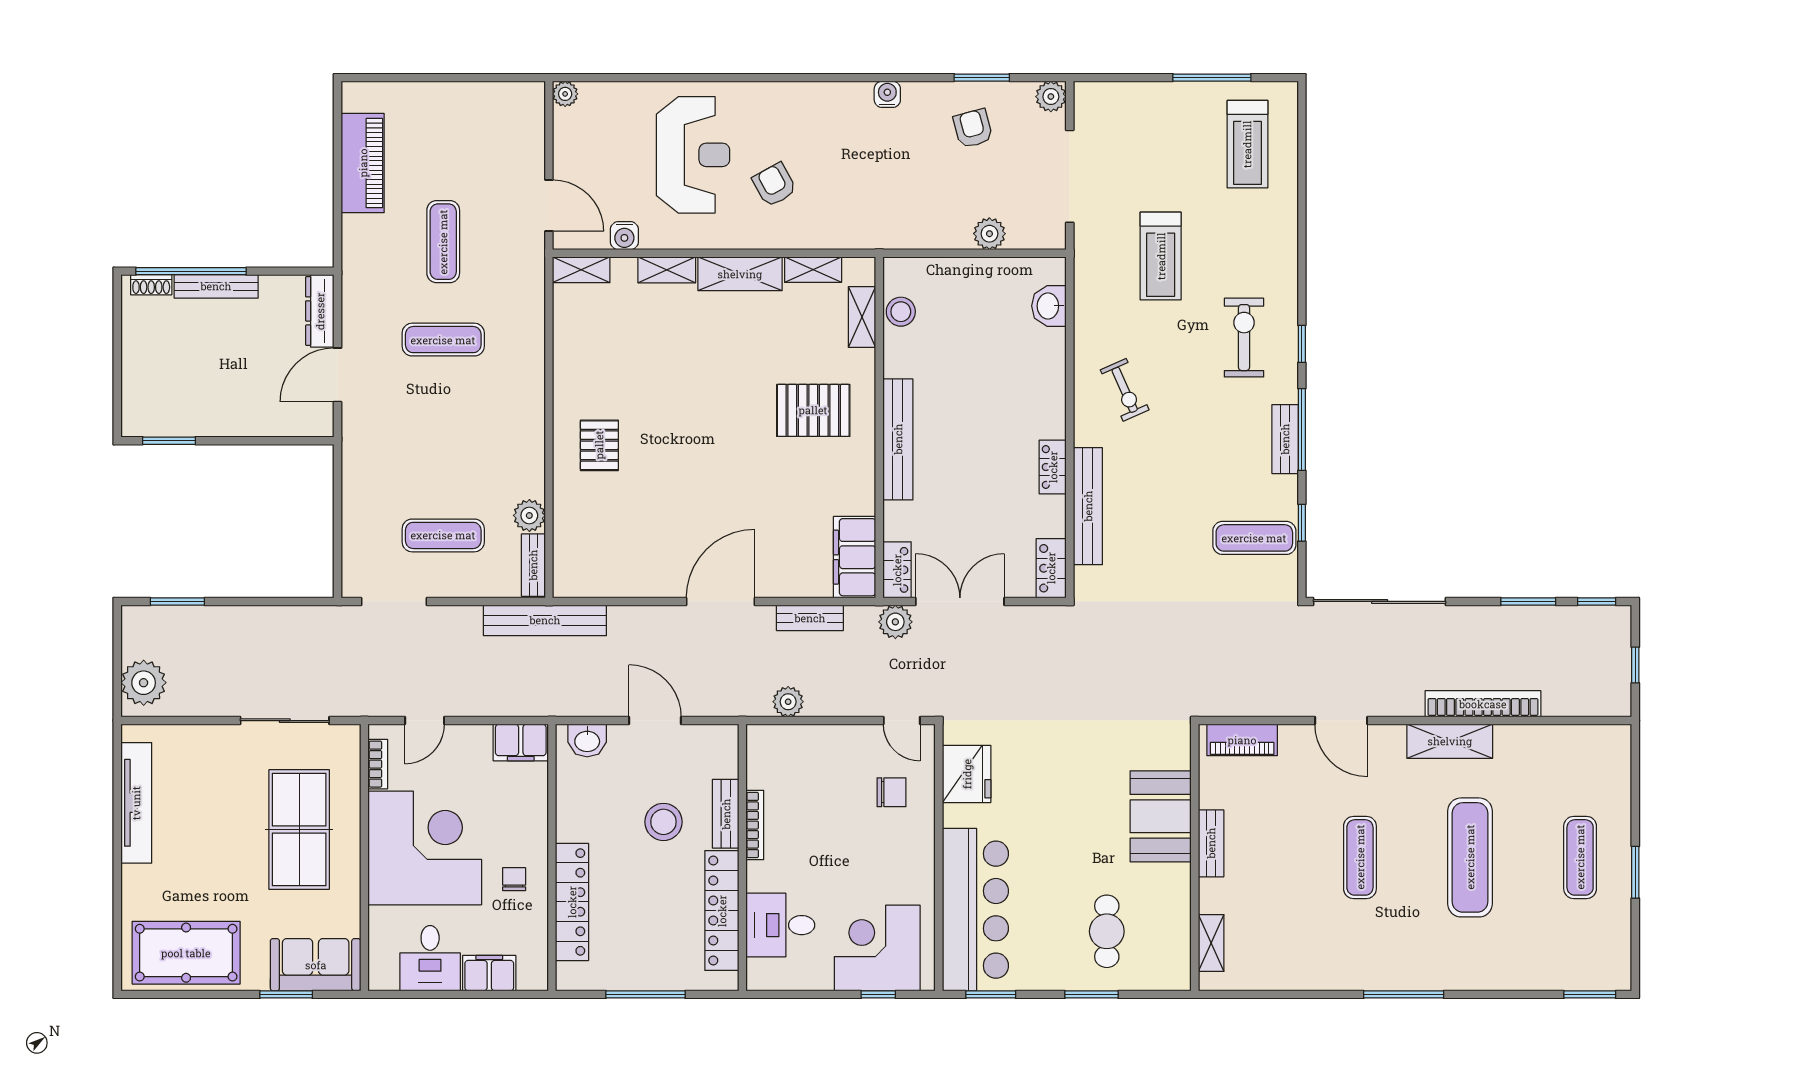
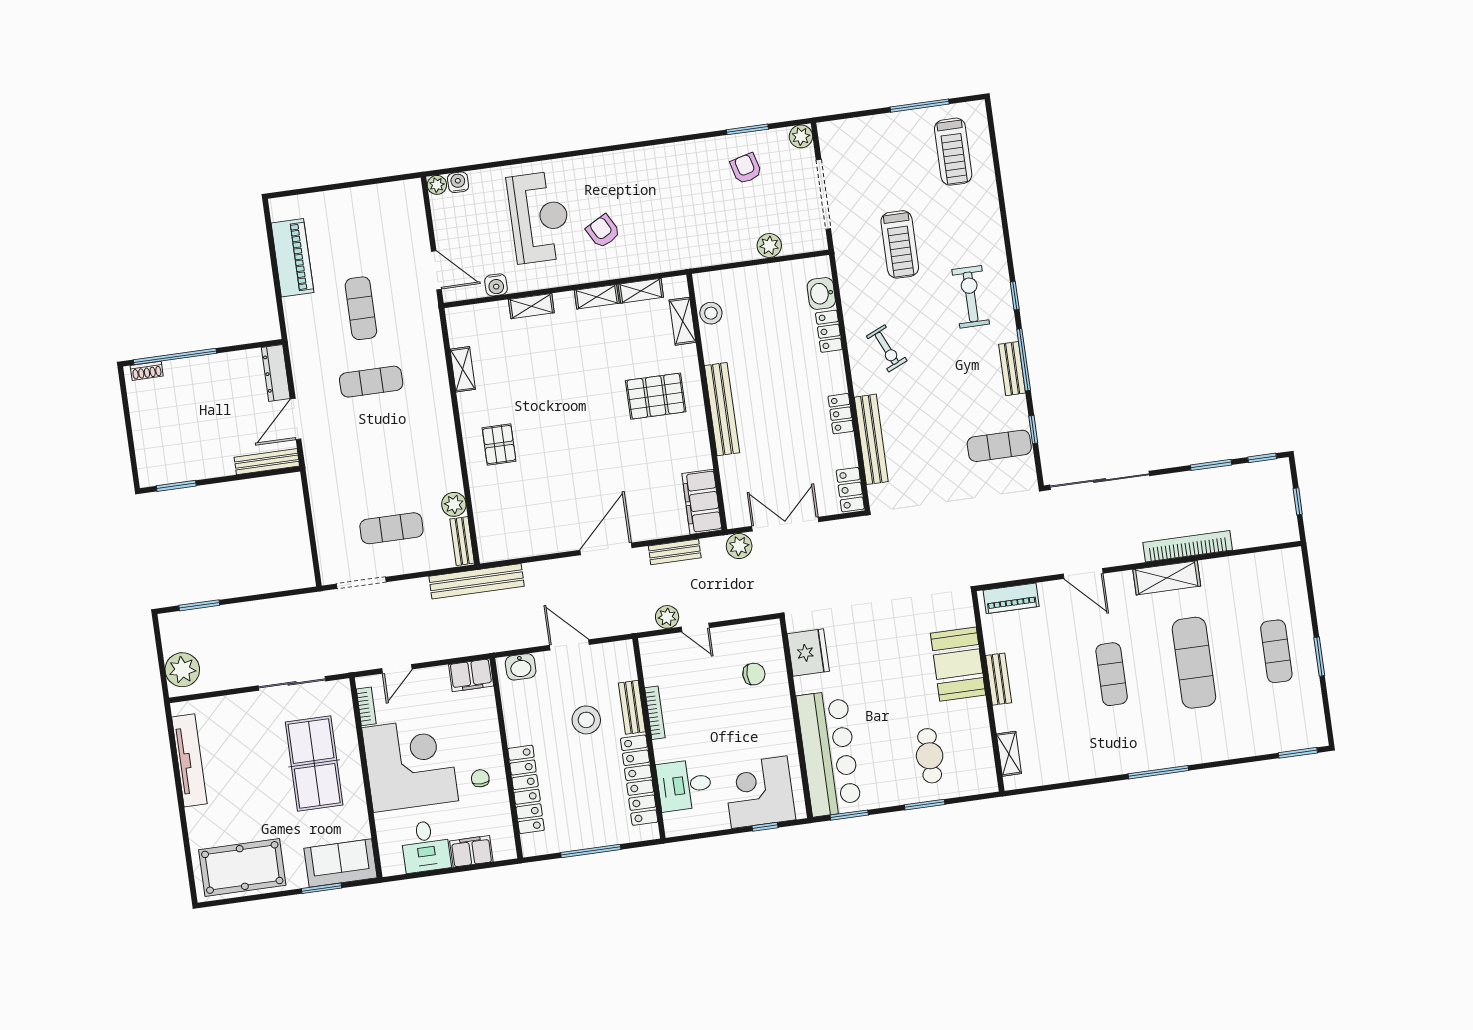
water cooler: (887, 94) -> (458, 182), moved
shelving: (581, 270) -> (463, 369), moved, turned 90
shelving: (740, 274) -> (597, 297), width x0.67, depth x0.75
bench: (216, 286) -> (267, 462), moved
locker: (897, 570) -> (829, 331), moved, turned 180
door: (902, 721) -> (695, 627), moved

